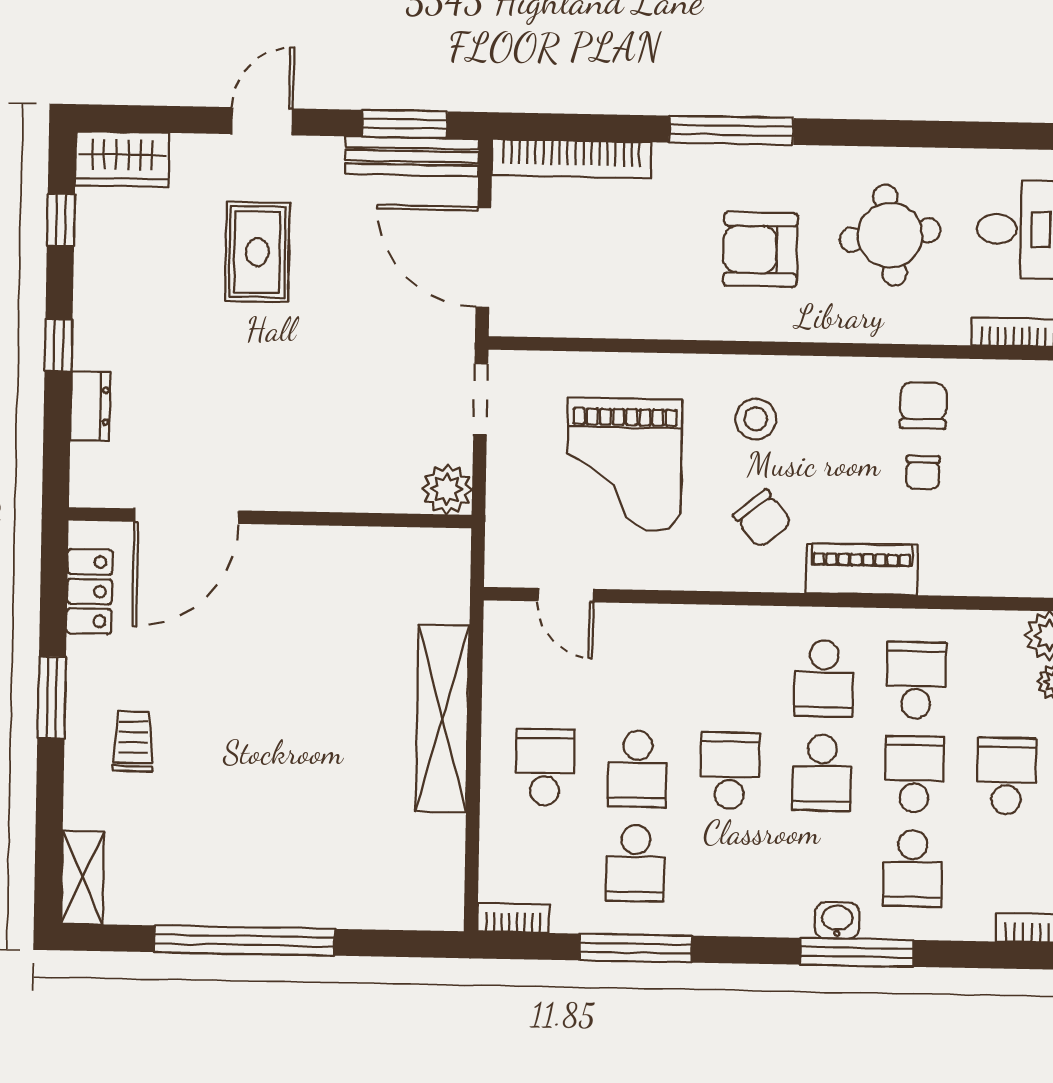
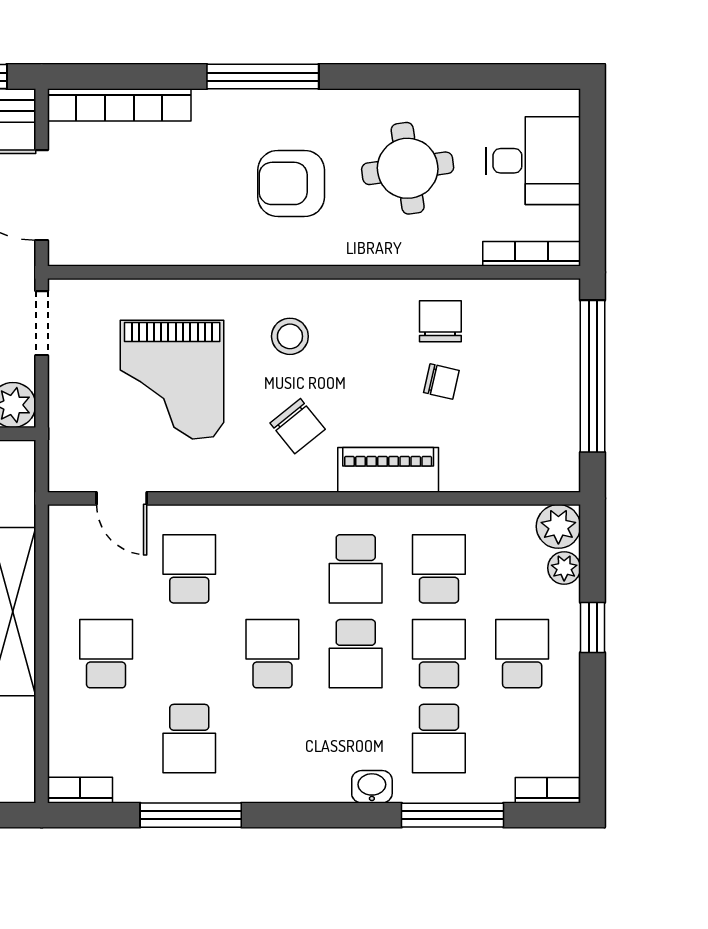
chair: (923, 472) -> (441, 381), turned -77
school desk: (637, 769) -> (189, 569), moved, turned 180
window: (857, 952) -> (452, 815), moved

